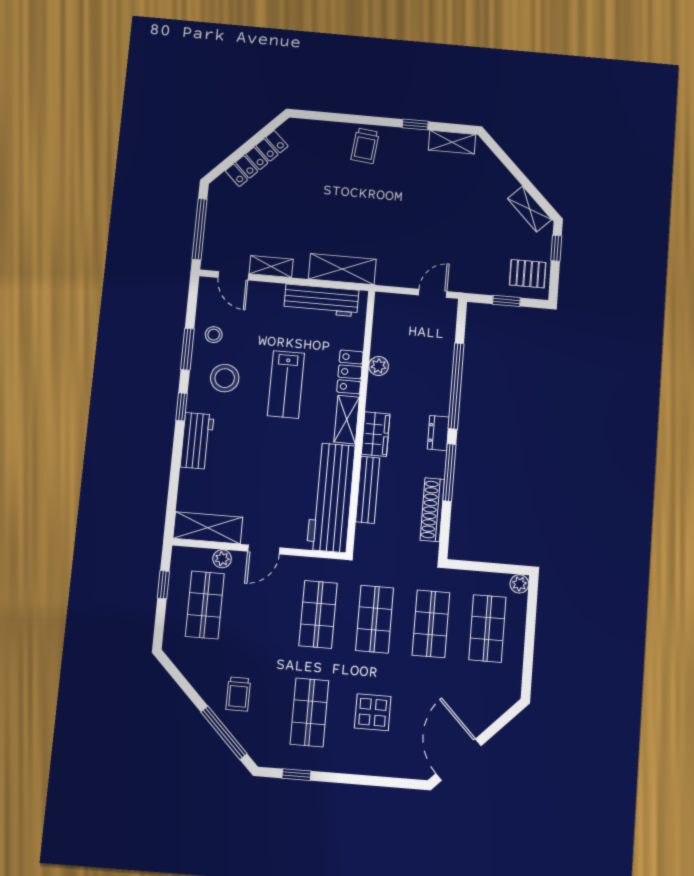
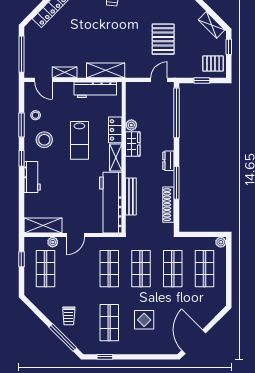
pallet: (445, 225) -> (163, 39), added
window: (456, 386) -> (177, 113), moved
wardrobe: (376, 434) -> (133, 144), moved

